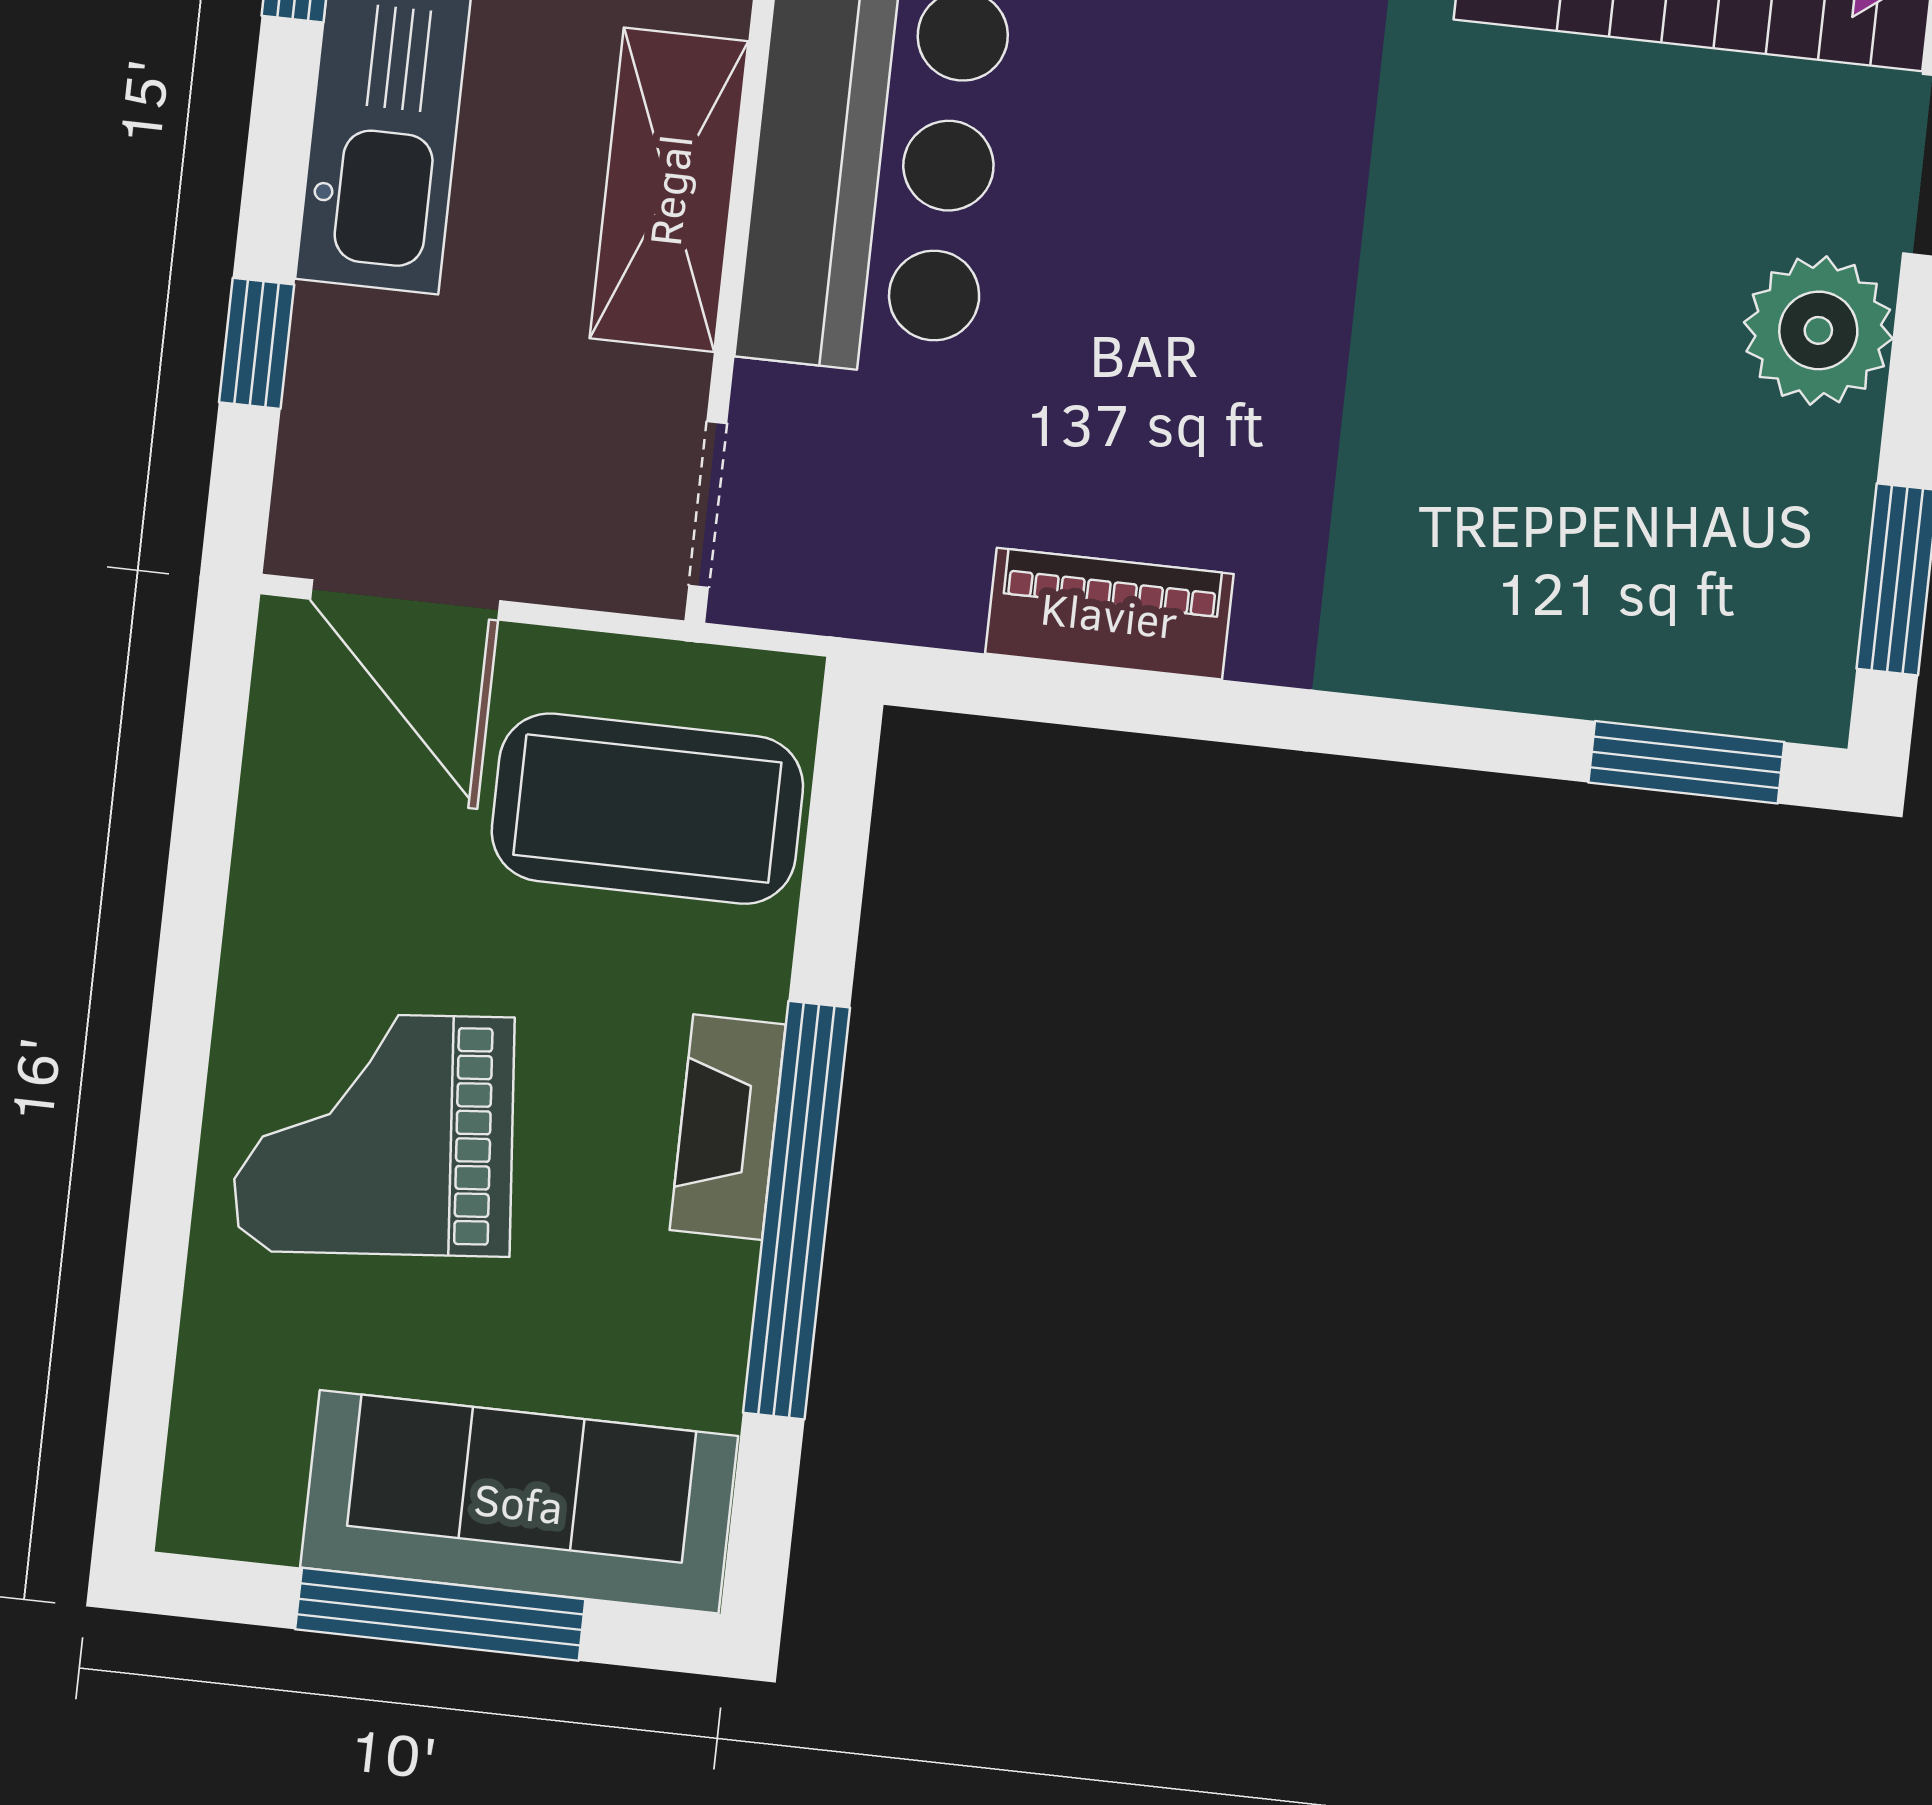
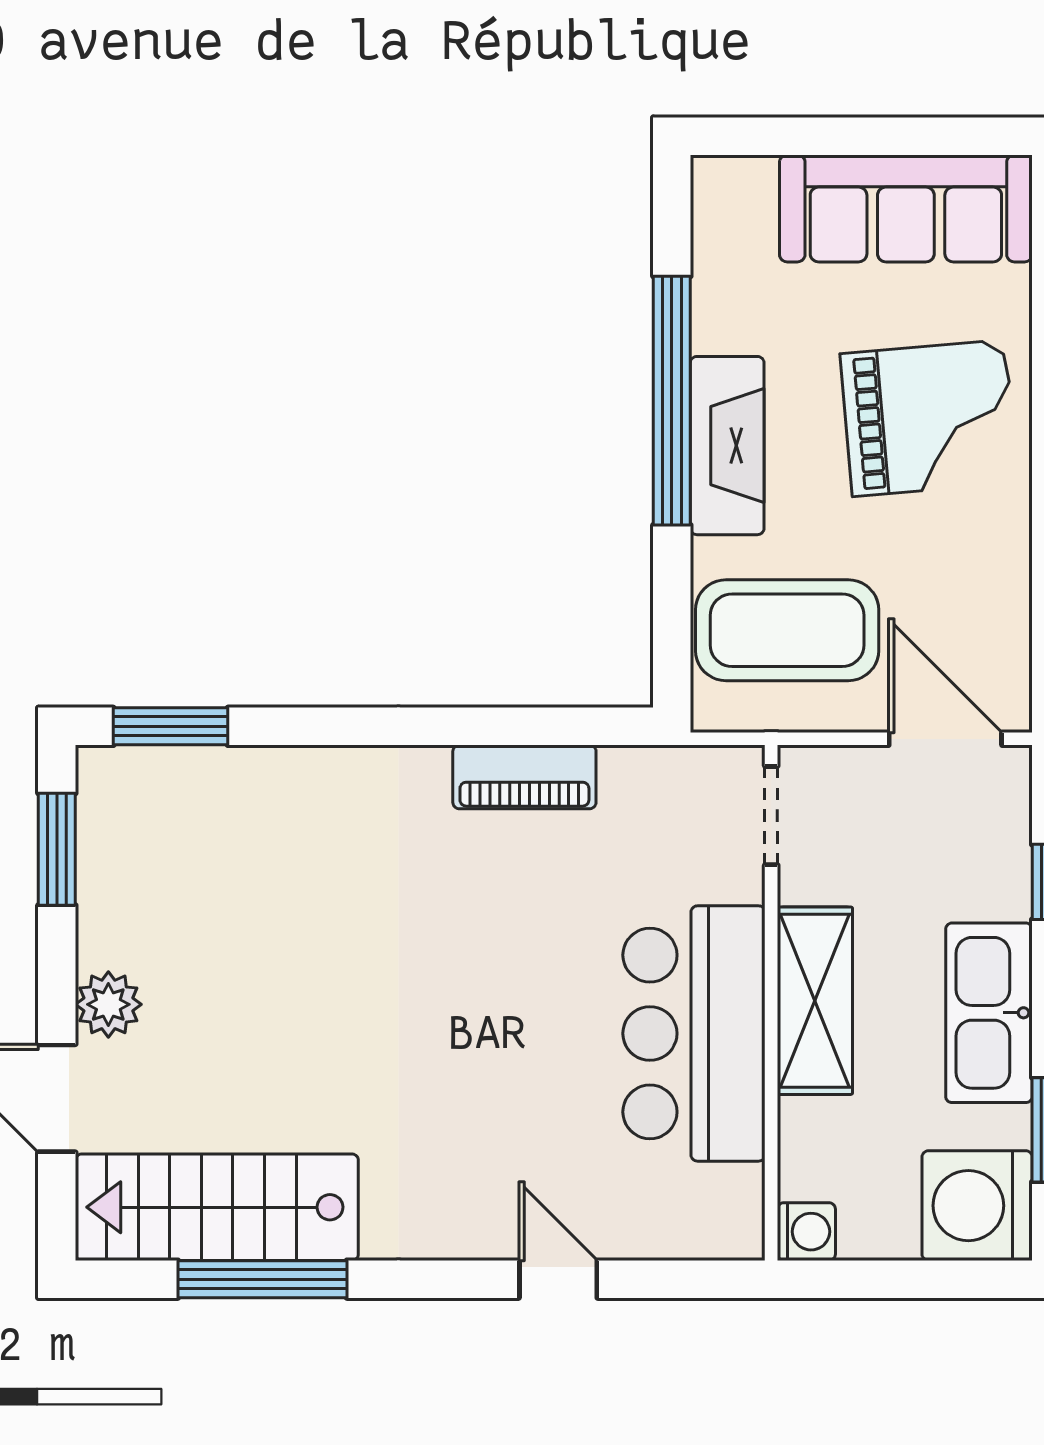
plant: (1818, 330) -> (108, 1004), width x0.73, depth x0.73
fireplace: (728, 1127) -> (727, 446), width x1.37, depth x1.32
sofa: (519, 1502) -> (906, 208), moved
window: (440, 1614) -> (858, 136), removed

